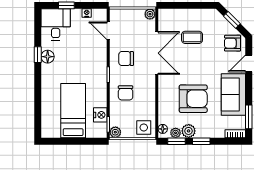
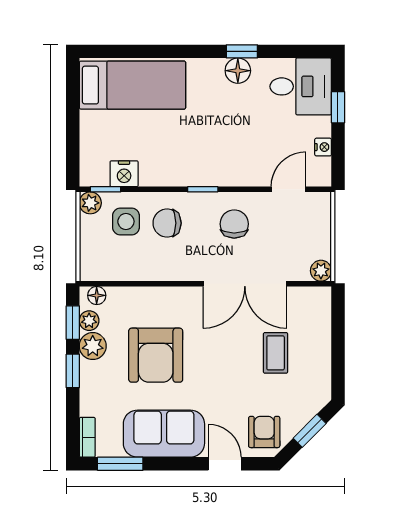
bed: (73, 111) -> (132, 85), moved
side table: (144, 127) -> (126, 221), moved

